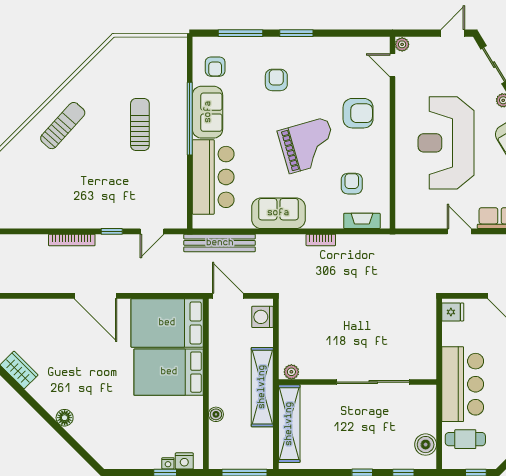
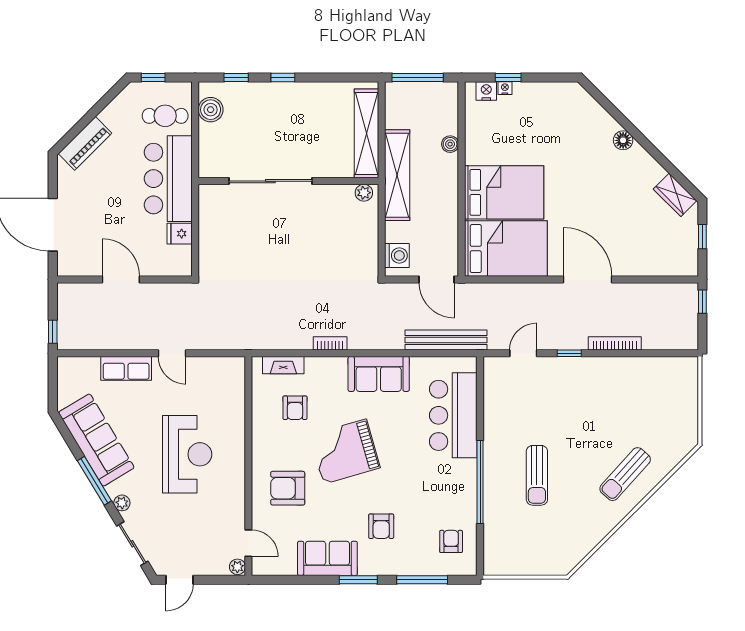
sofa: (208, 112) -> (327, 558), moved, turned 90
reception desk: (446, 143) -> (187, 454), width x0.74, depth x0.77
fridge: (453, 312) -> (180, 234), moved

